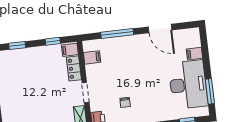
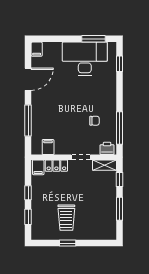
window: (53, 41) -> (28, 193), moved
filing cabinet: (194, 54) -> (37, 49), moved
trolley: (21, 85) -> (66, 218), added

